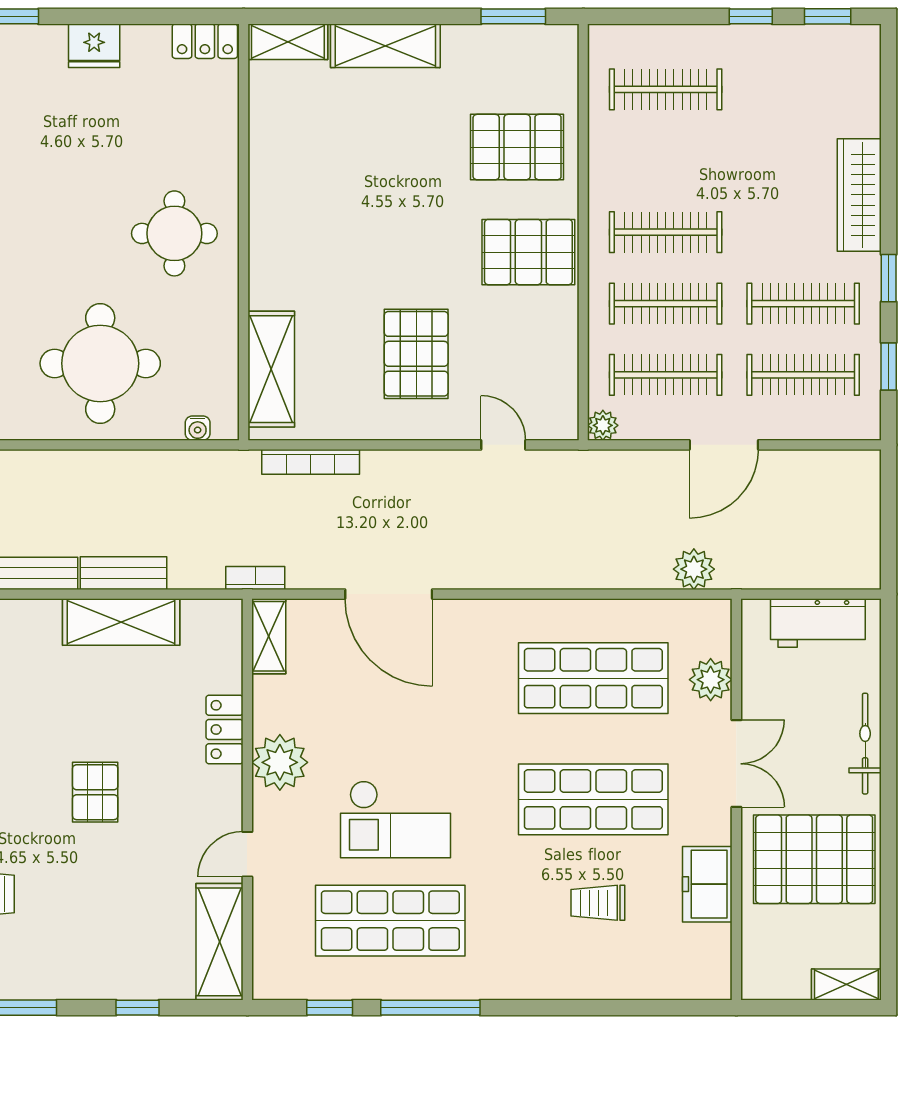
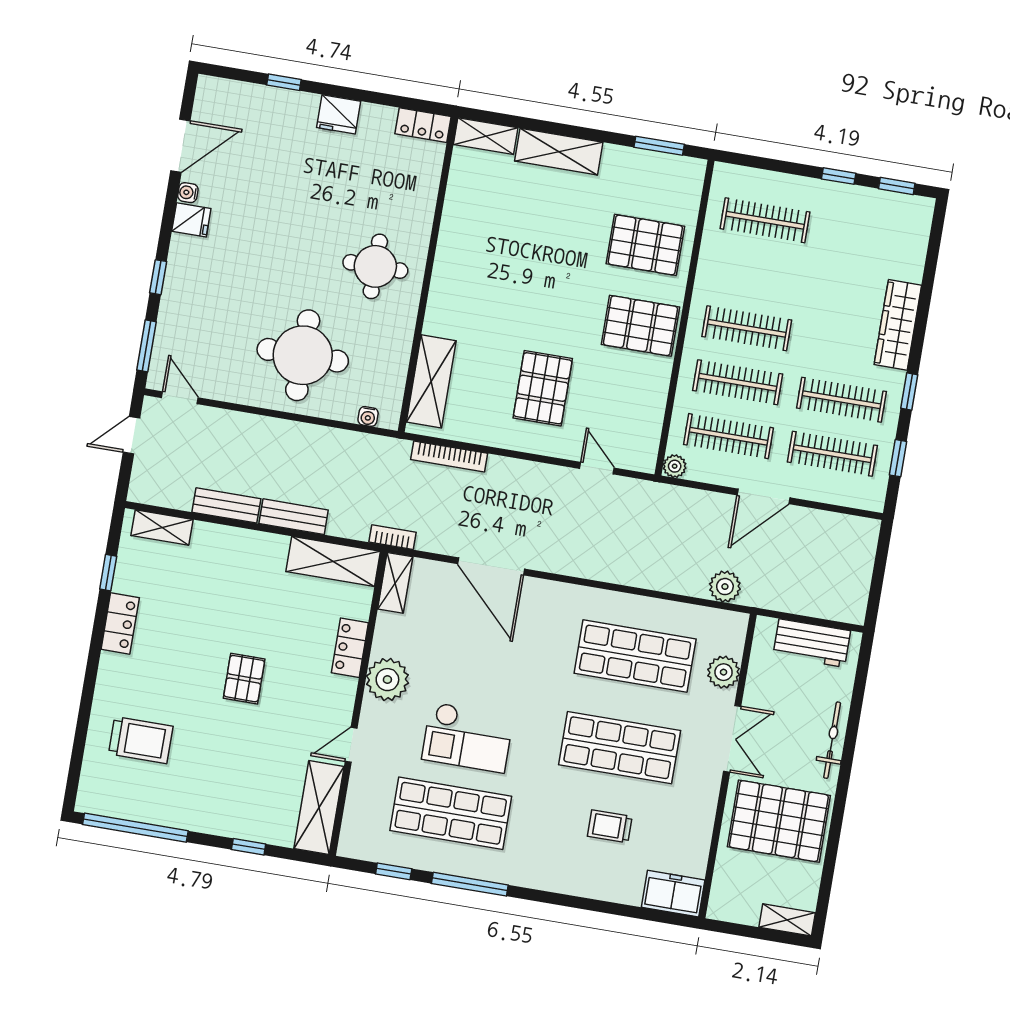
shelving: (121, 622) -> (333, 561), moved
freezer: (707, 884) -> (673, 894), moved, turned 90

